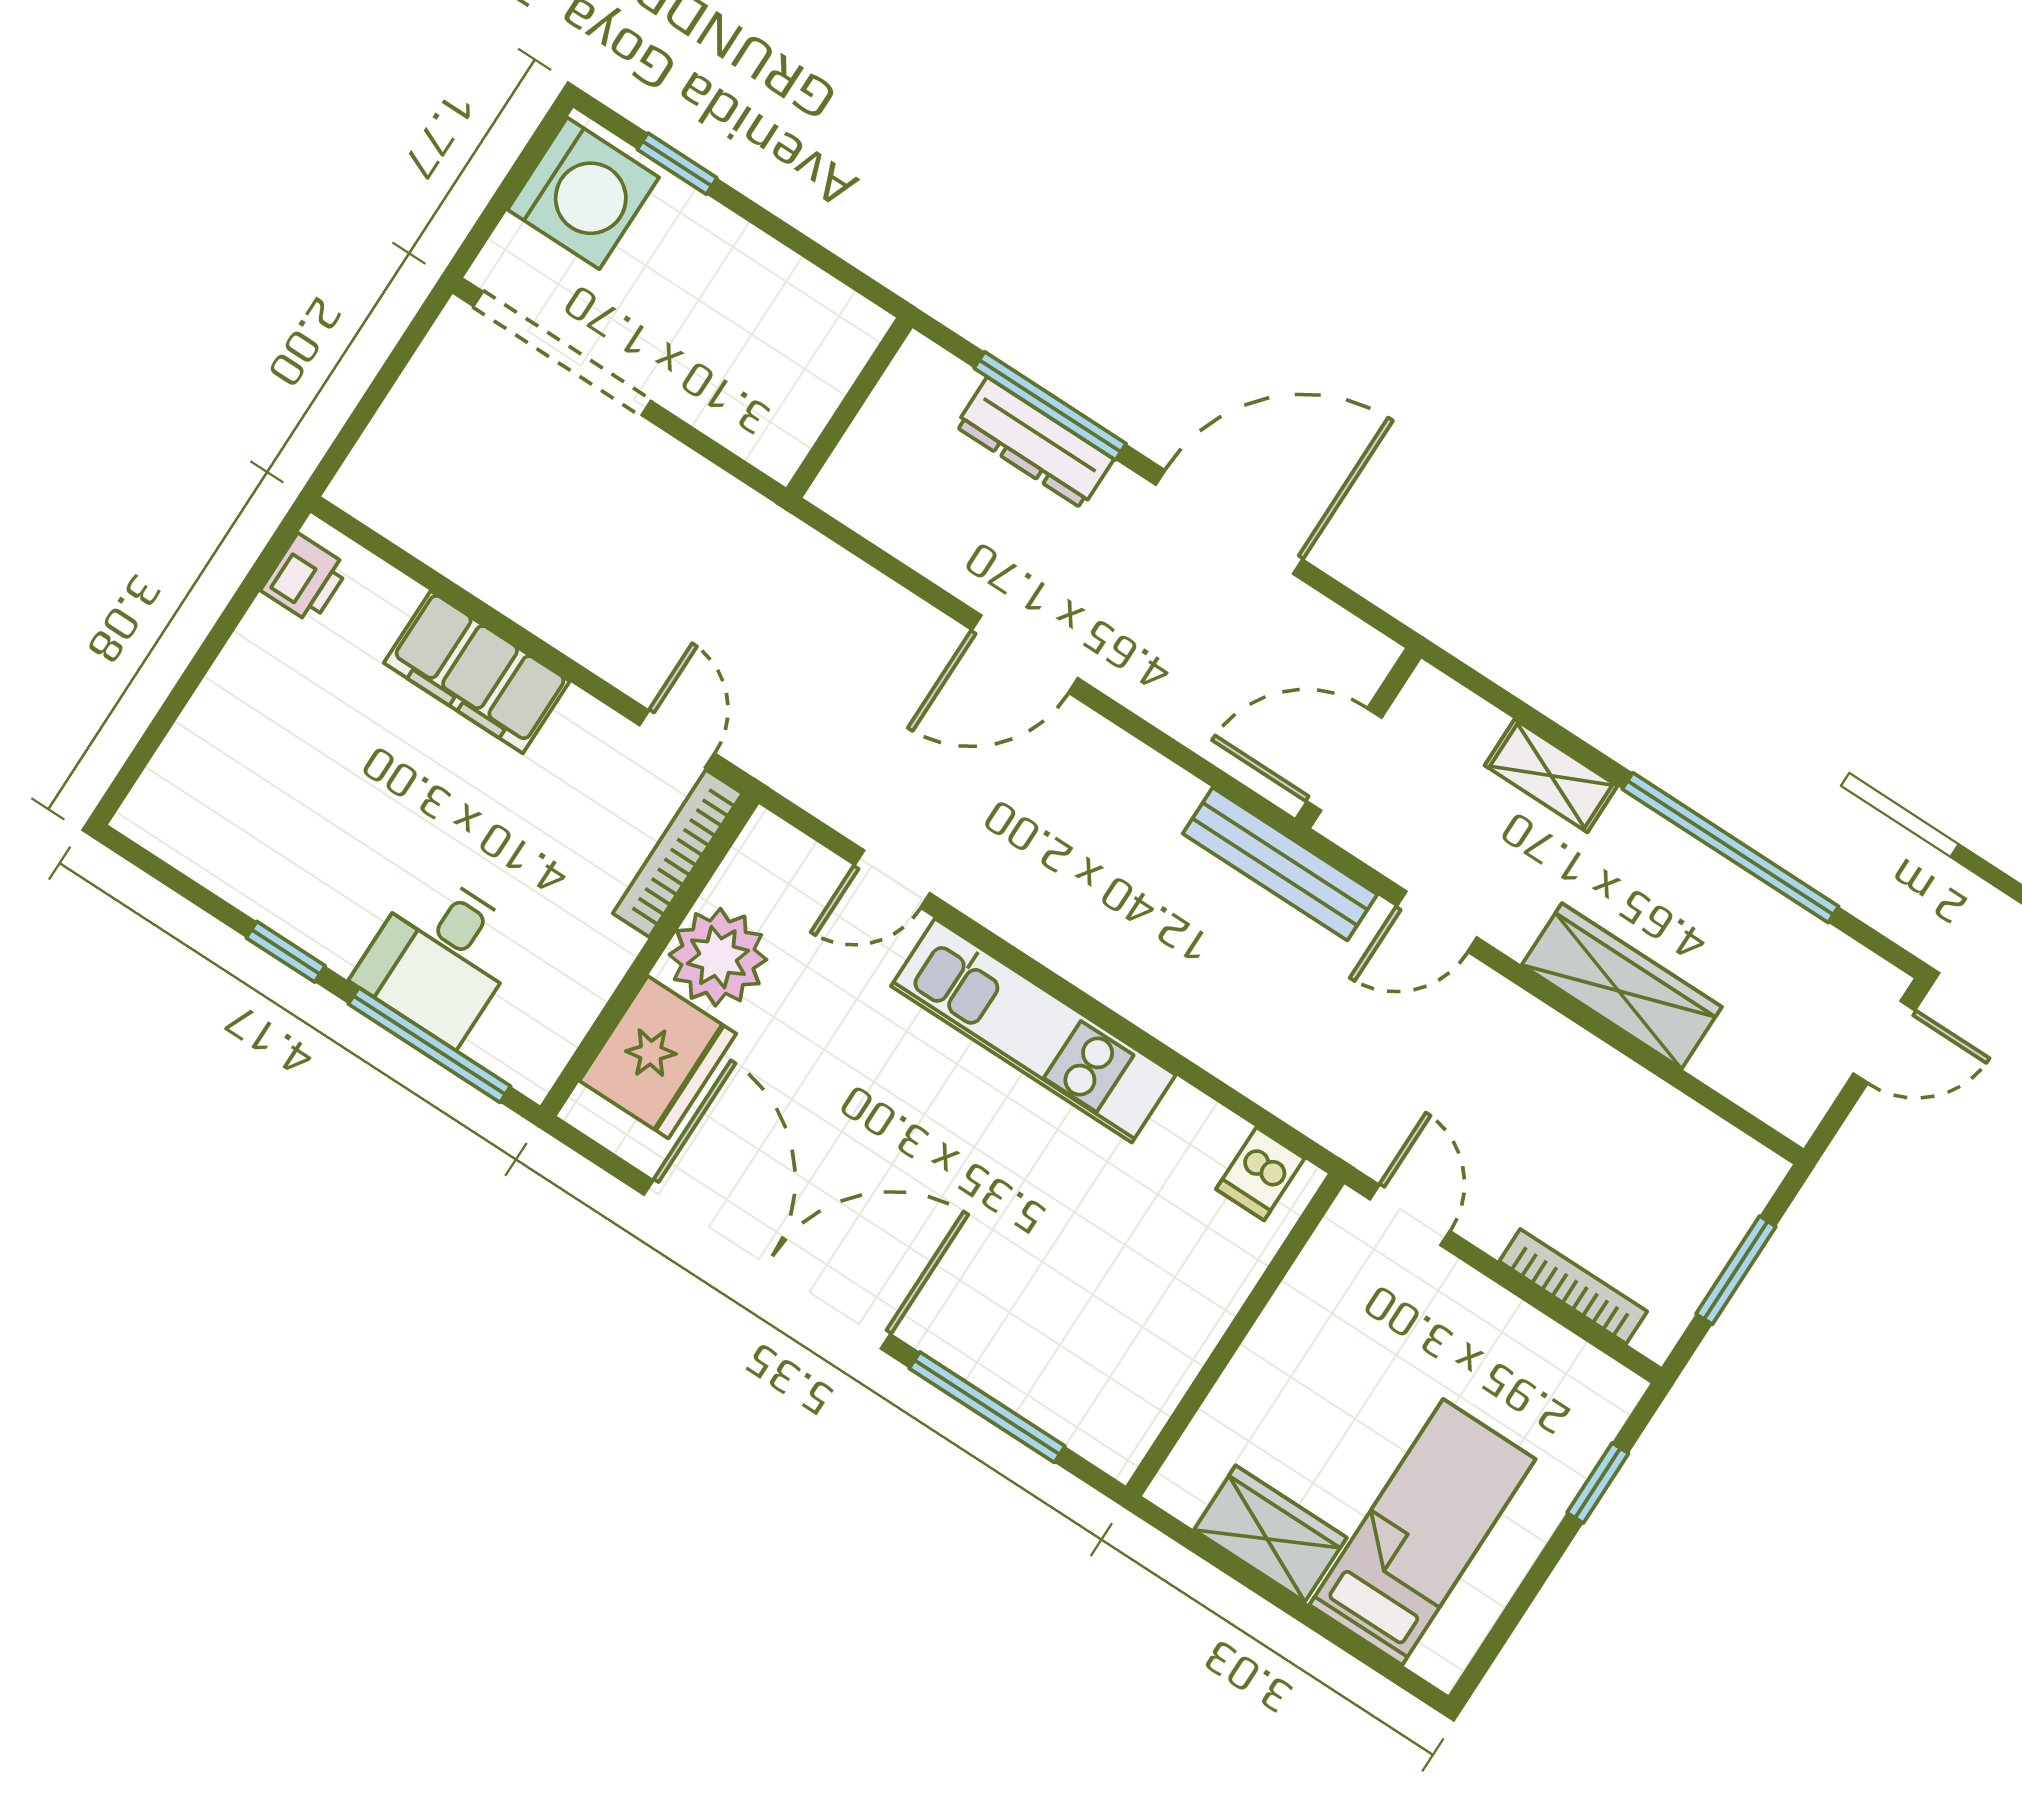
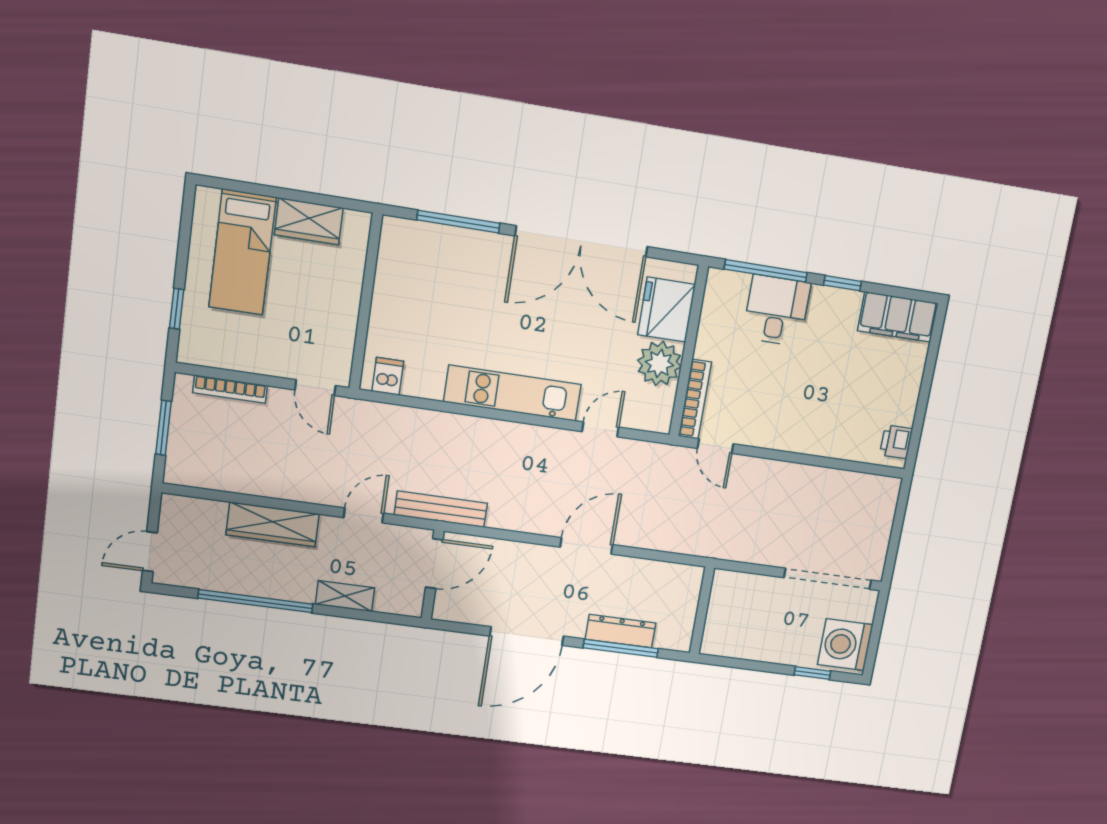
filing cabinet: (477, 672) -> (898, 317), moved, turned 180

